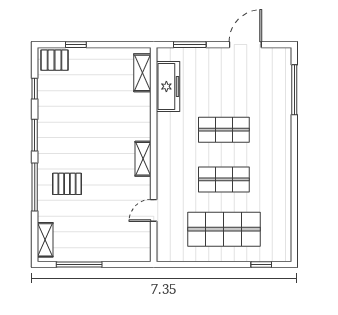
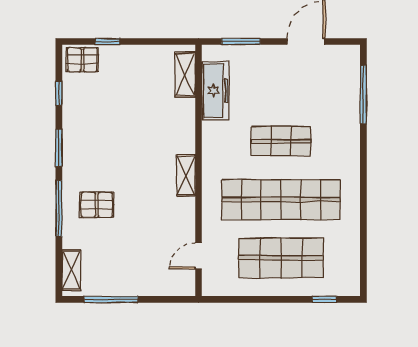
shop shelf: (224, 179) -> (281, 200), width x2.00, depth x1.36
door: (154, 210) -> (198, 256), moved

